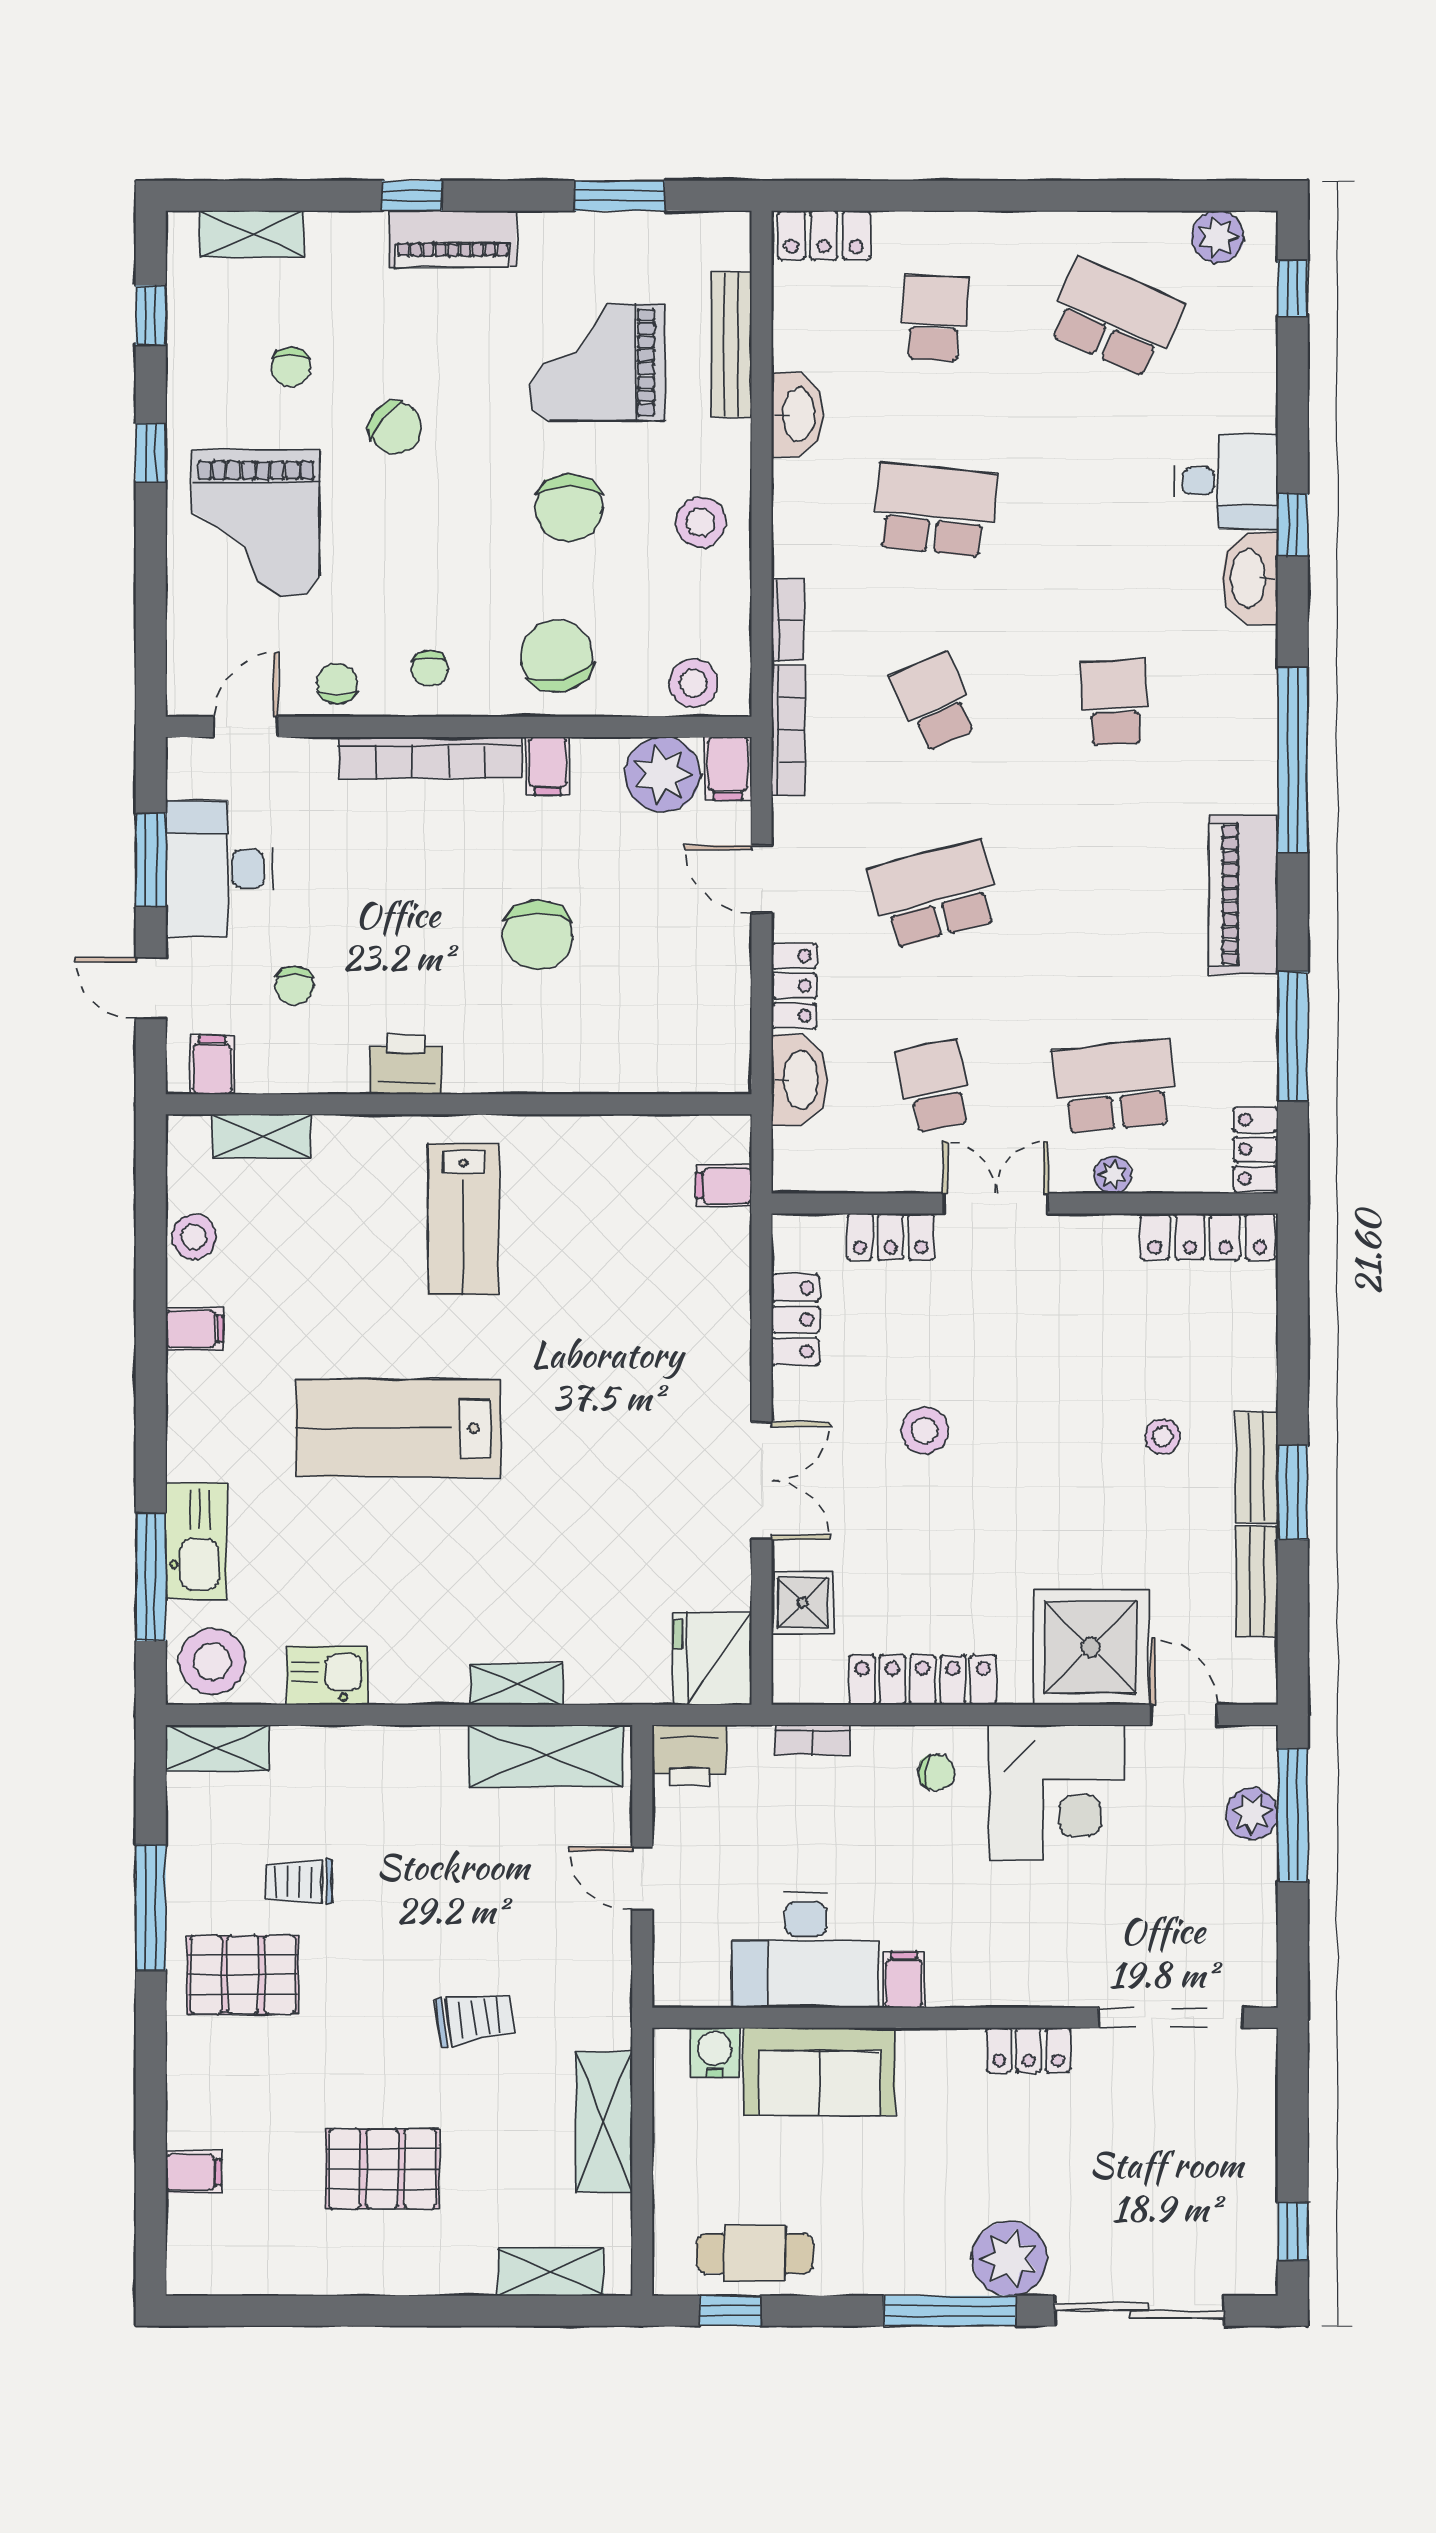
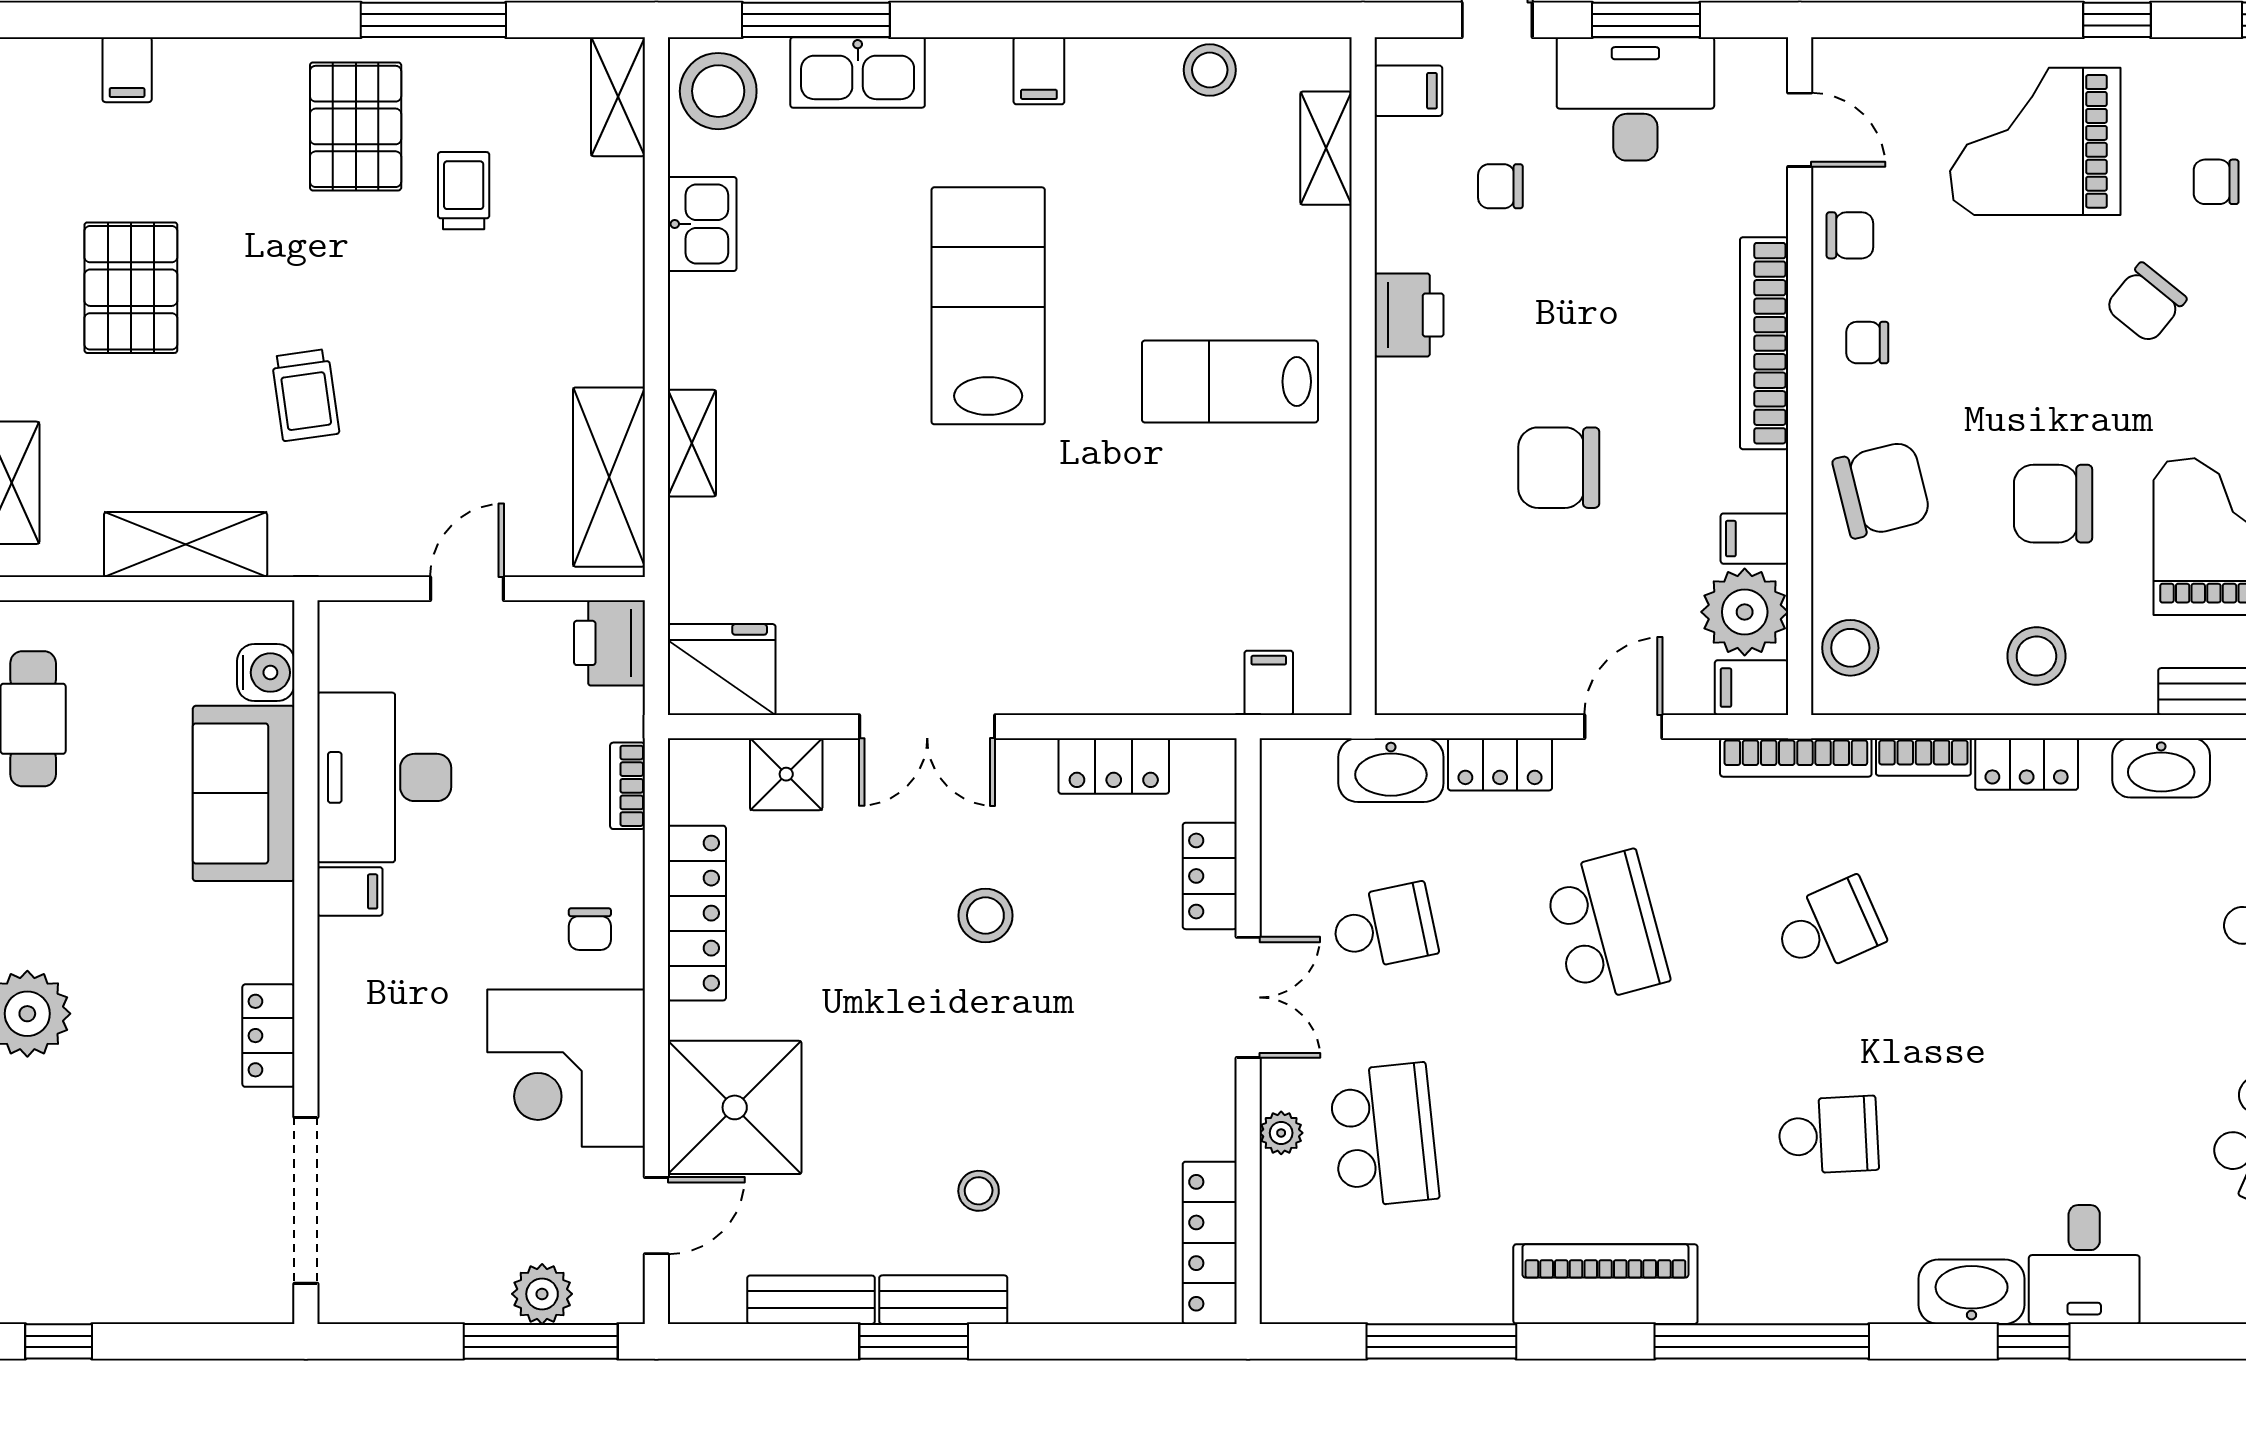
school desk: (935, 510) -> (2051, 927), removed
filing cabinet: (548, 766) -> (1754, 539), moved
locker: (1255, 1149) -> (2027, 764), moved, turned 180
filing cabinet: (195, 1329) -> (1039, 71), moved

